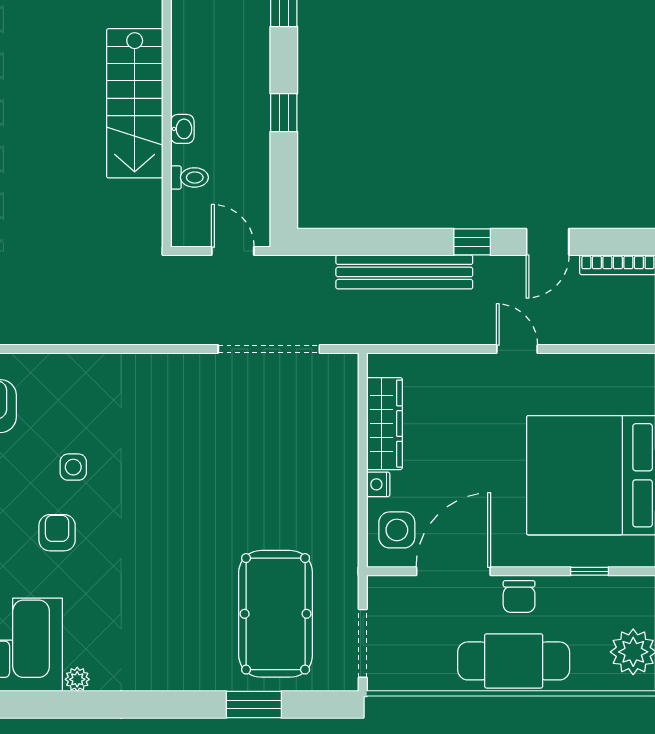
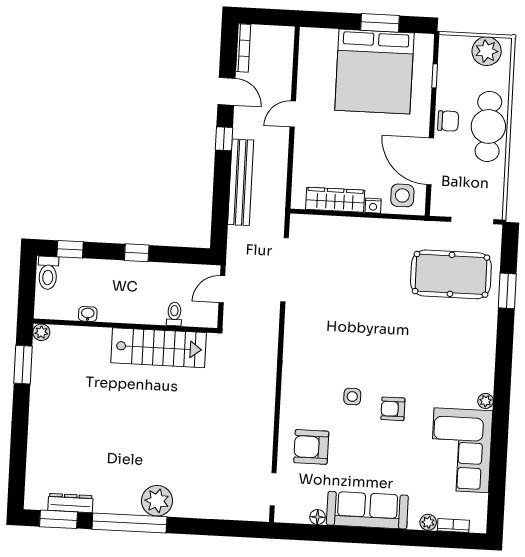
stairs: (135, 103) -> (159, 348), moved
washbasin: (182, 129) -> (88, 314), moved

